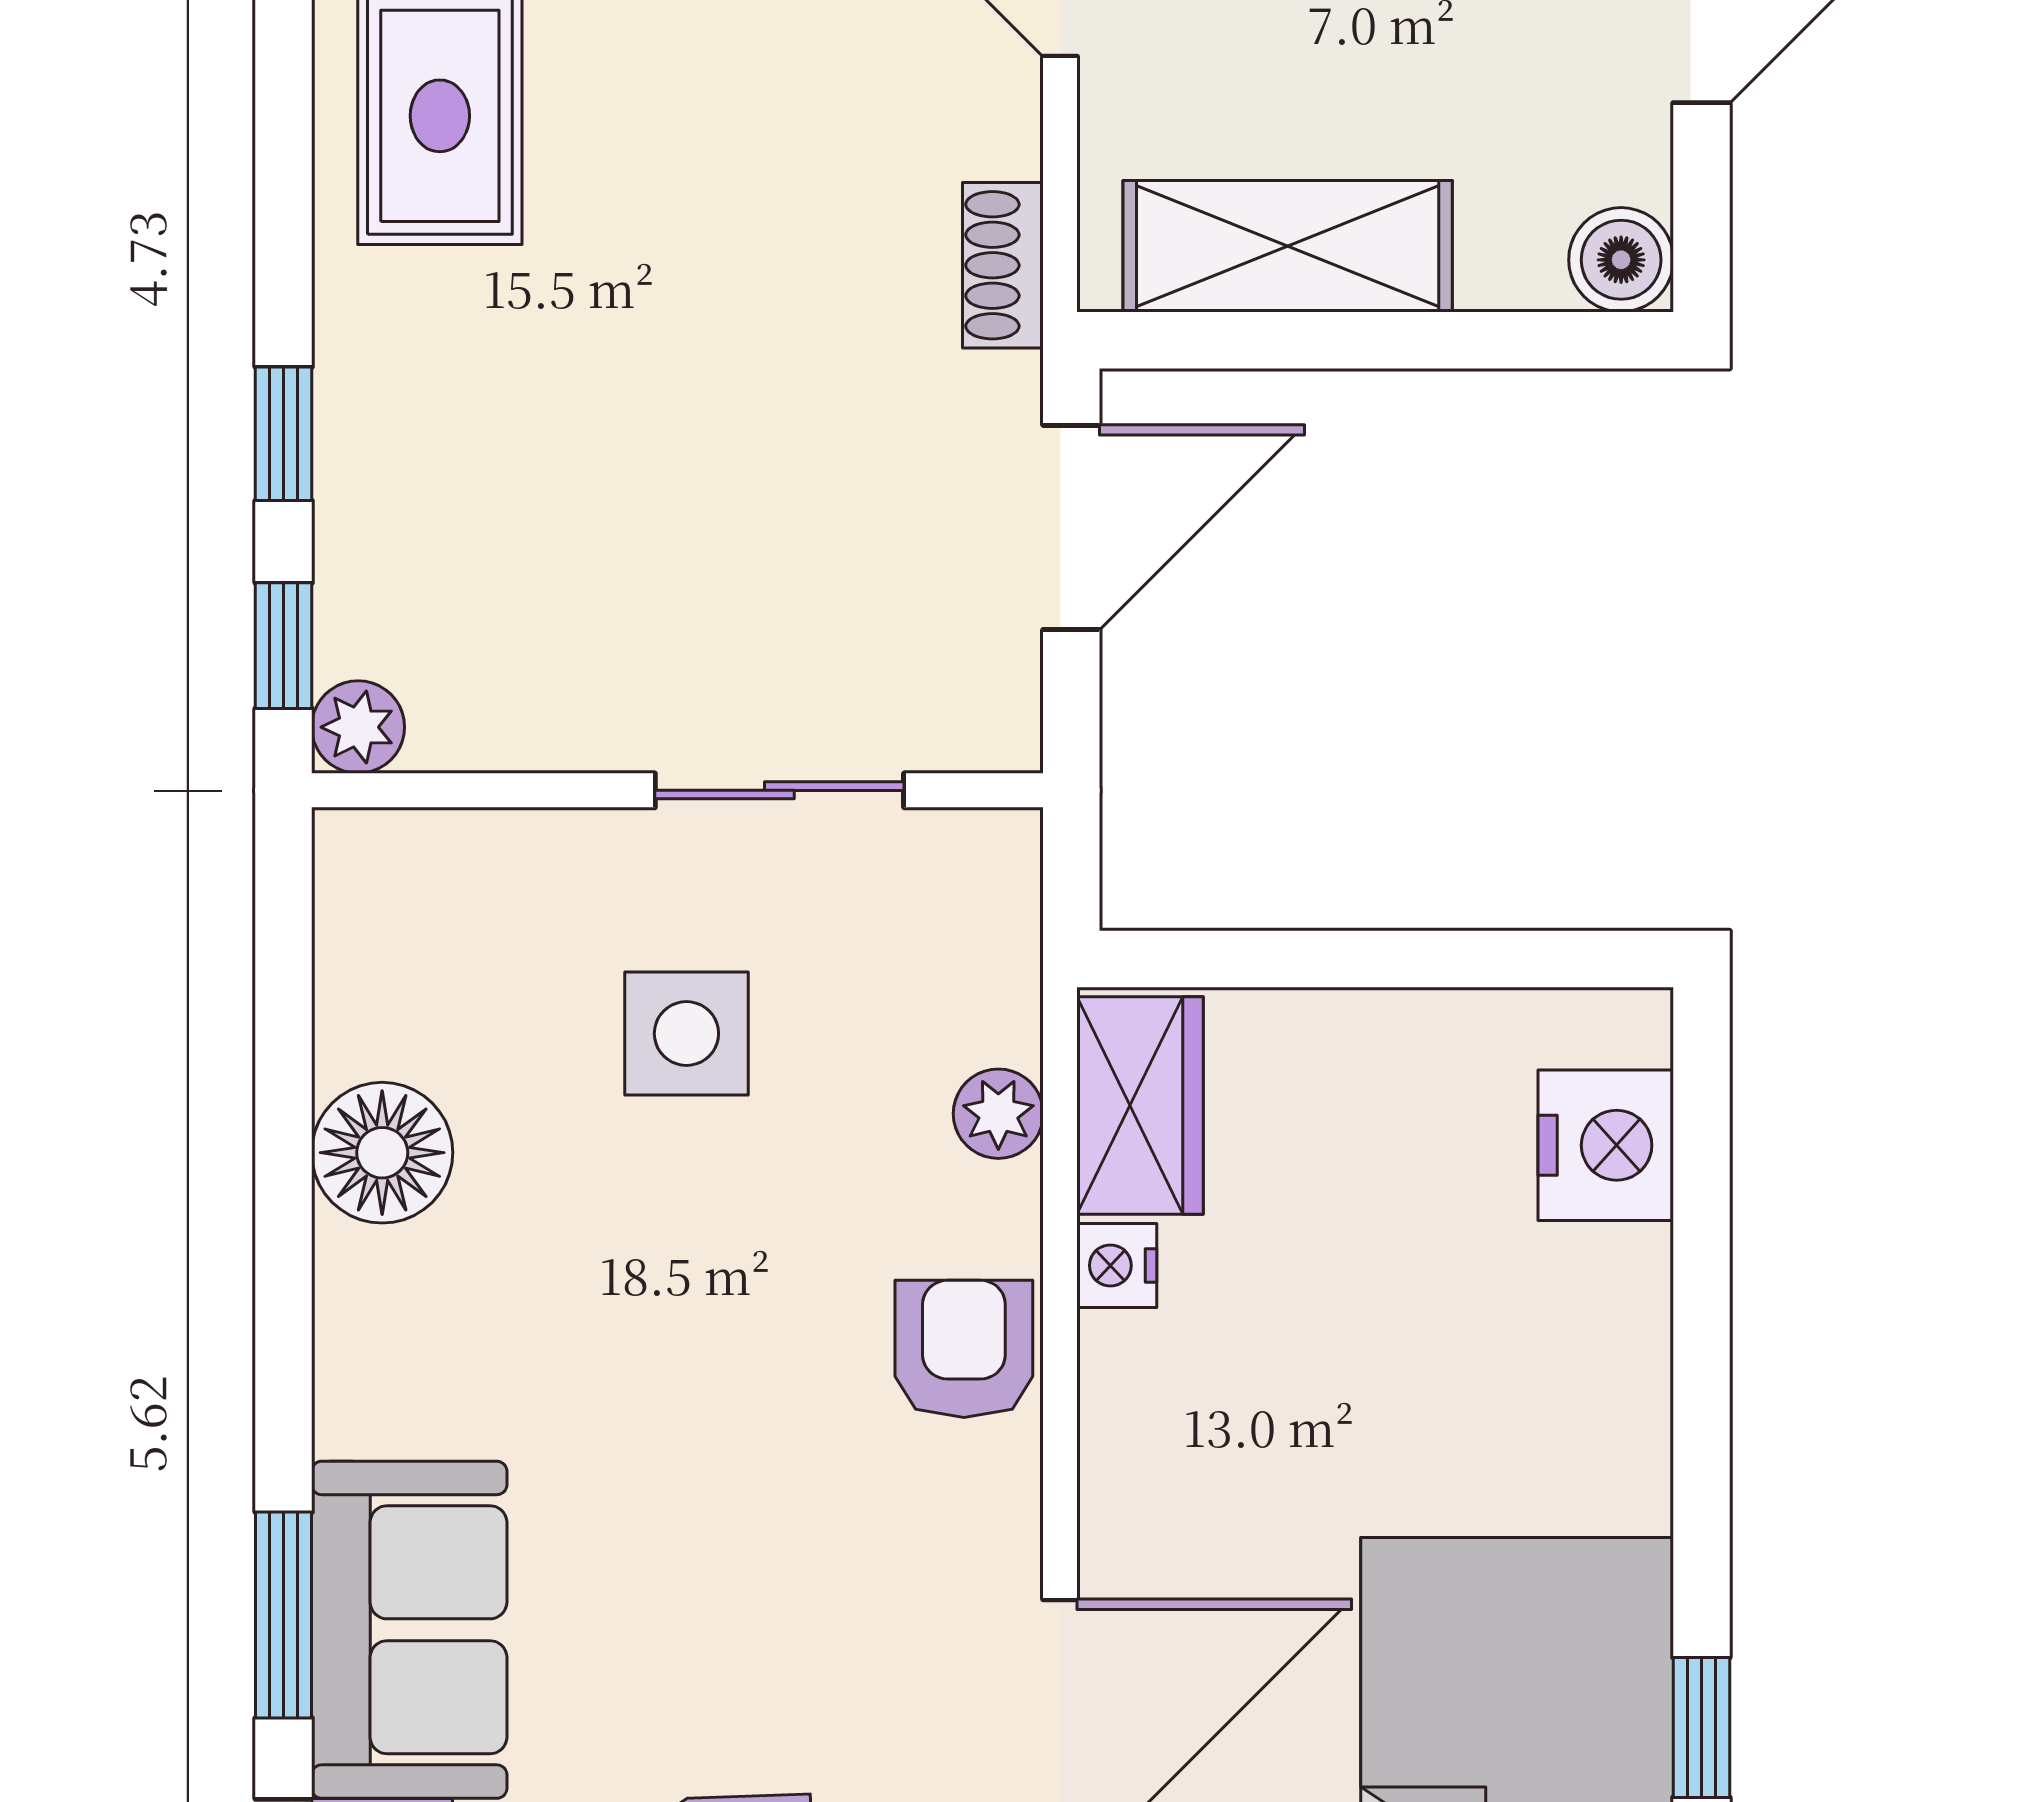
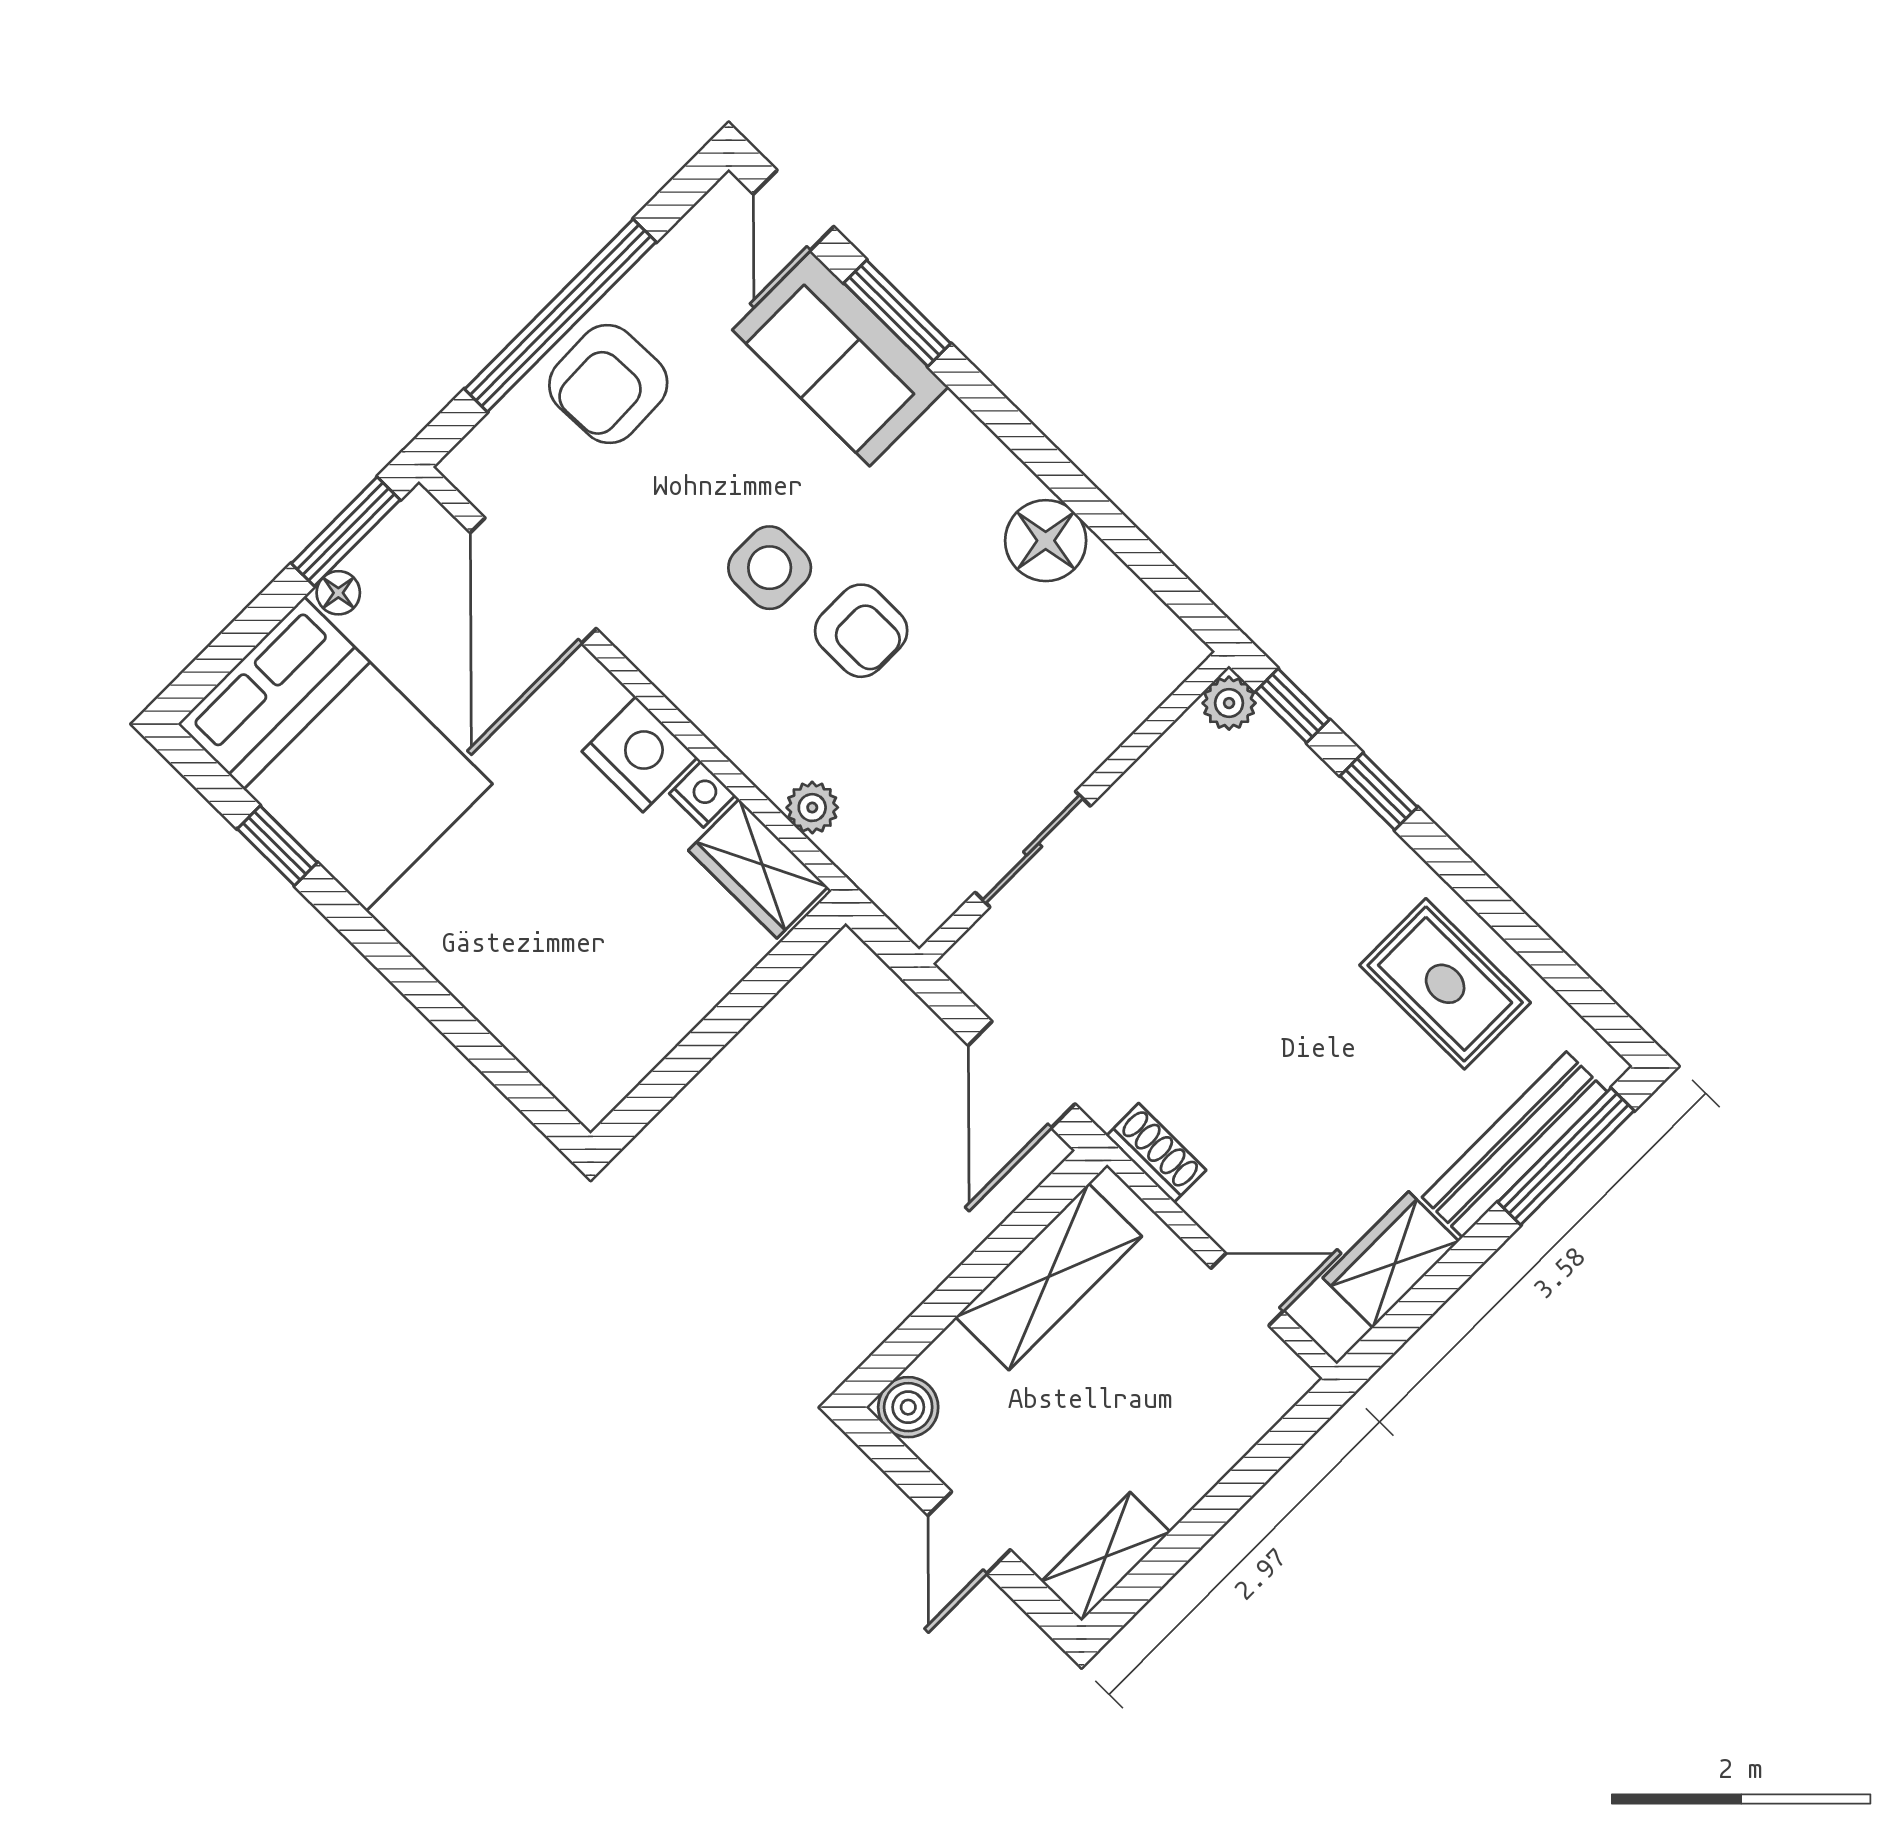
side table: (686, 1034) -> (770, 568), moved
nightstand: (1606, 1145) -> (640, 754), moved, turned 180
armchair: (964, 1349) -> (861, 631), moved

